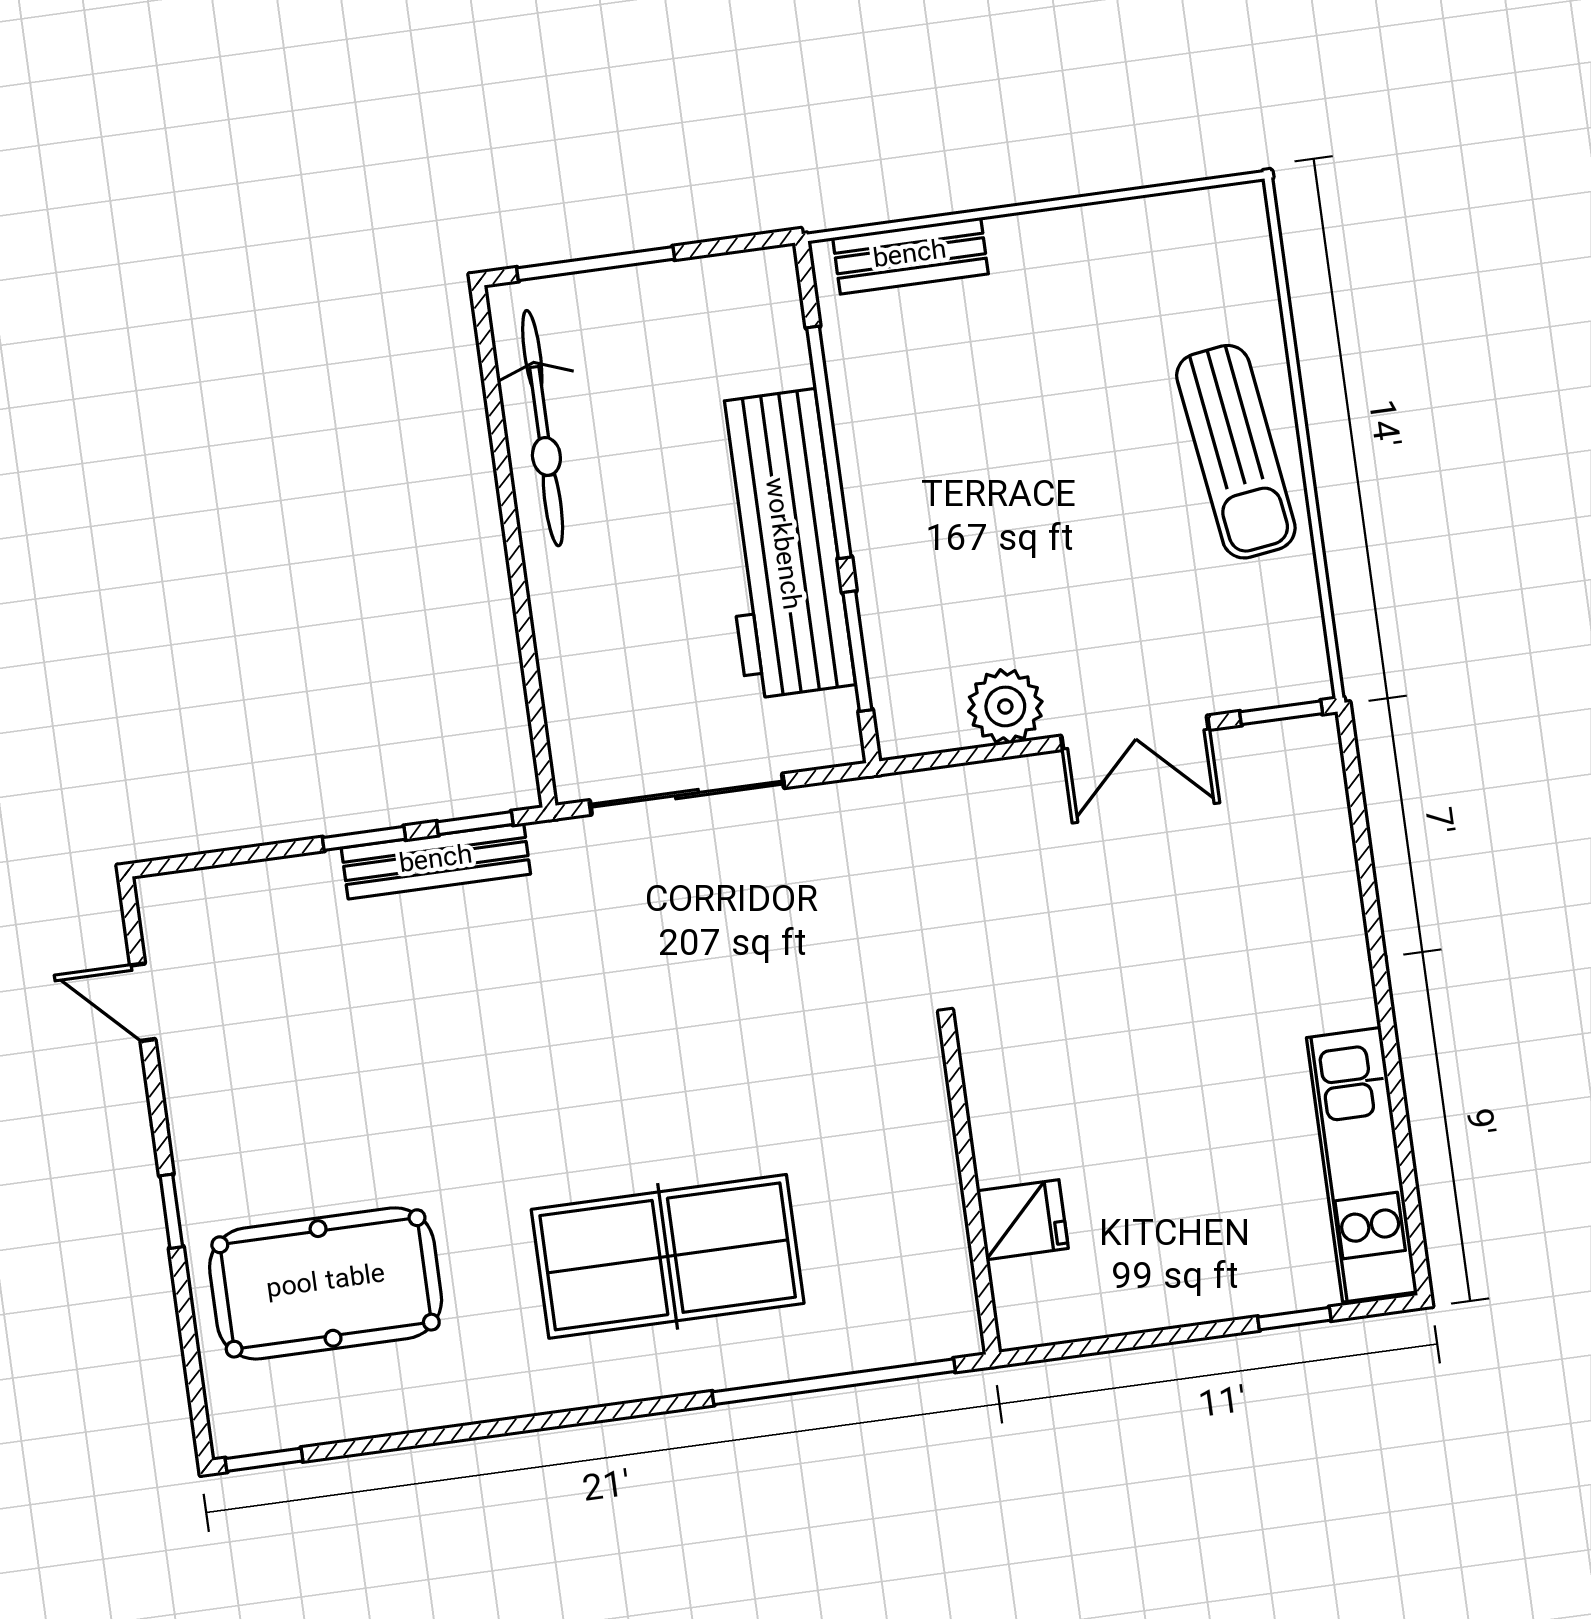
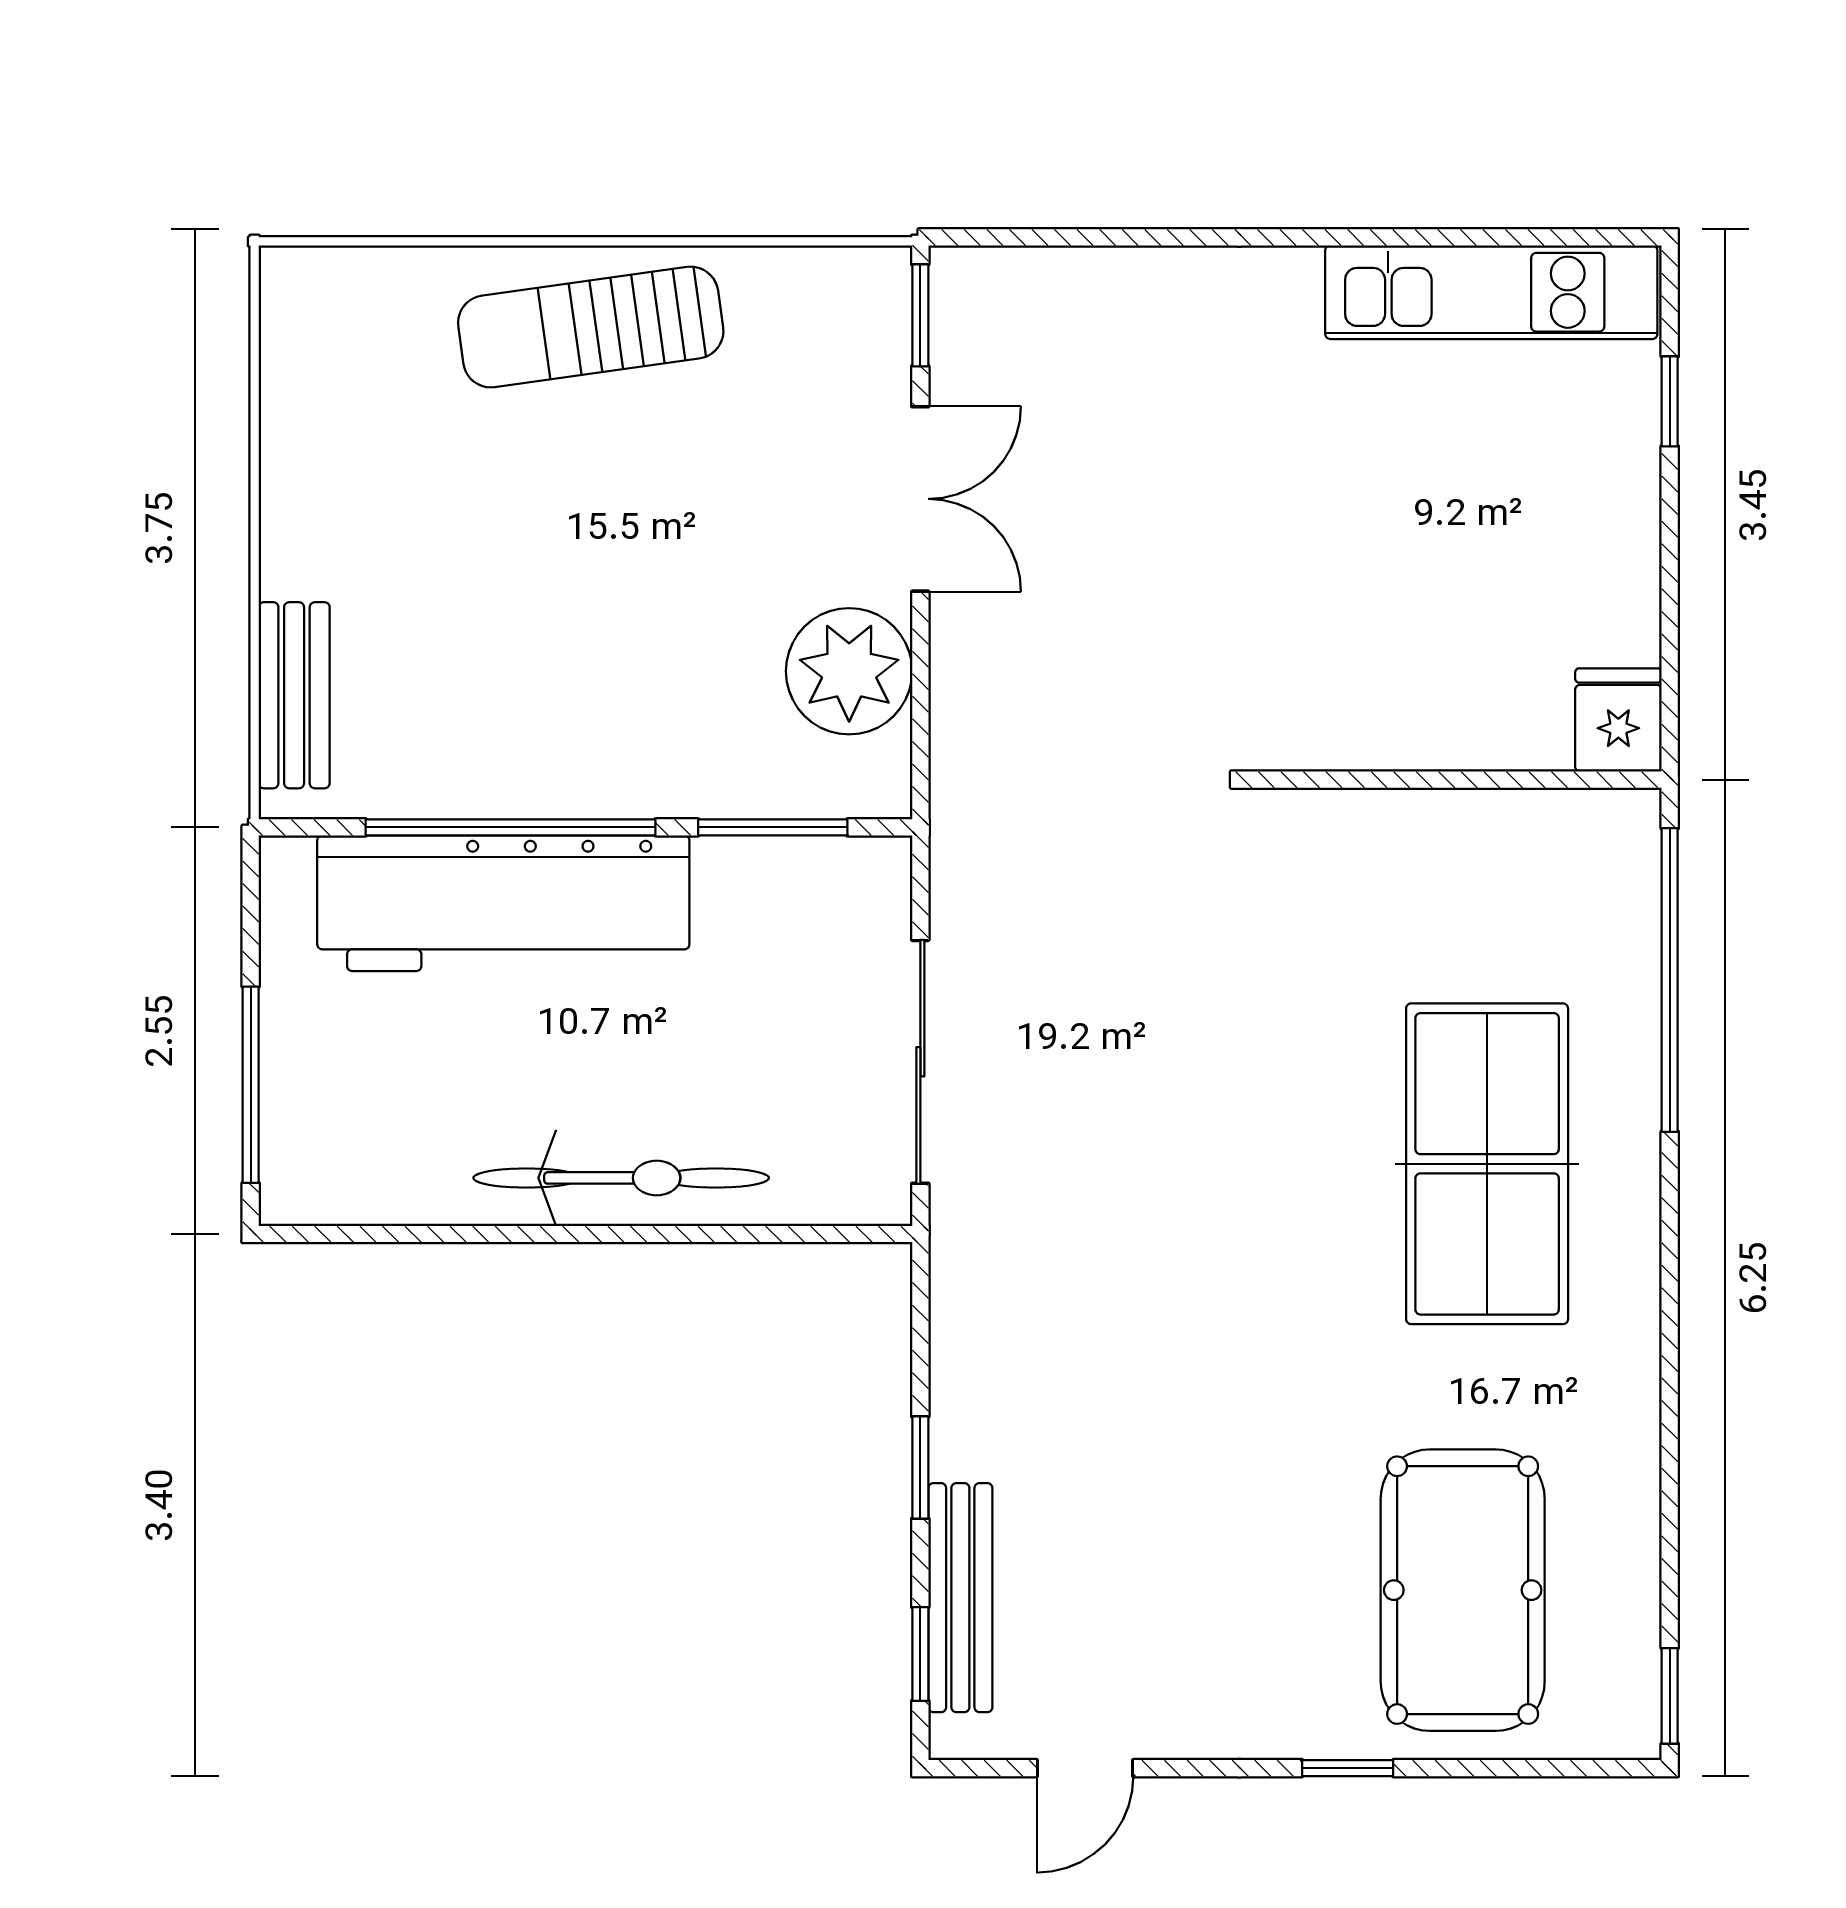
bicycle: (543, 428) -> (621, 1178), moved
sun lounger: (1236, 452) -> (591, 327), turned 180
workbench: (781, 544) -> (503, 903), moved
plant: (1005, 706) -> (849, 671), width x1.36, depth x1.36
window: (475, 823) -> (920, 1654), moved
bench: (436, 861) -> (960, 1598), moved
fridge: (1022, 1220) -> (1618, 720), moved

